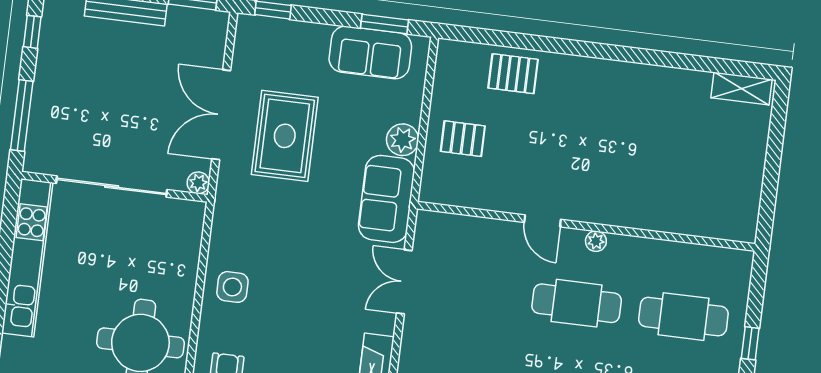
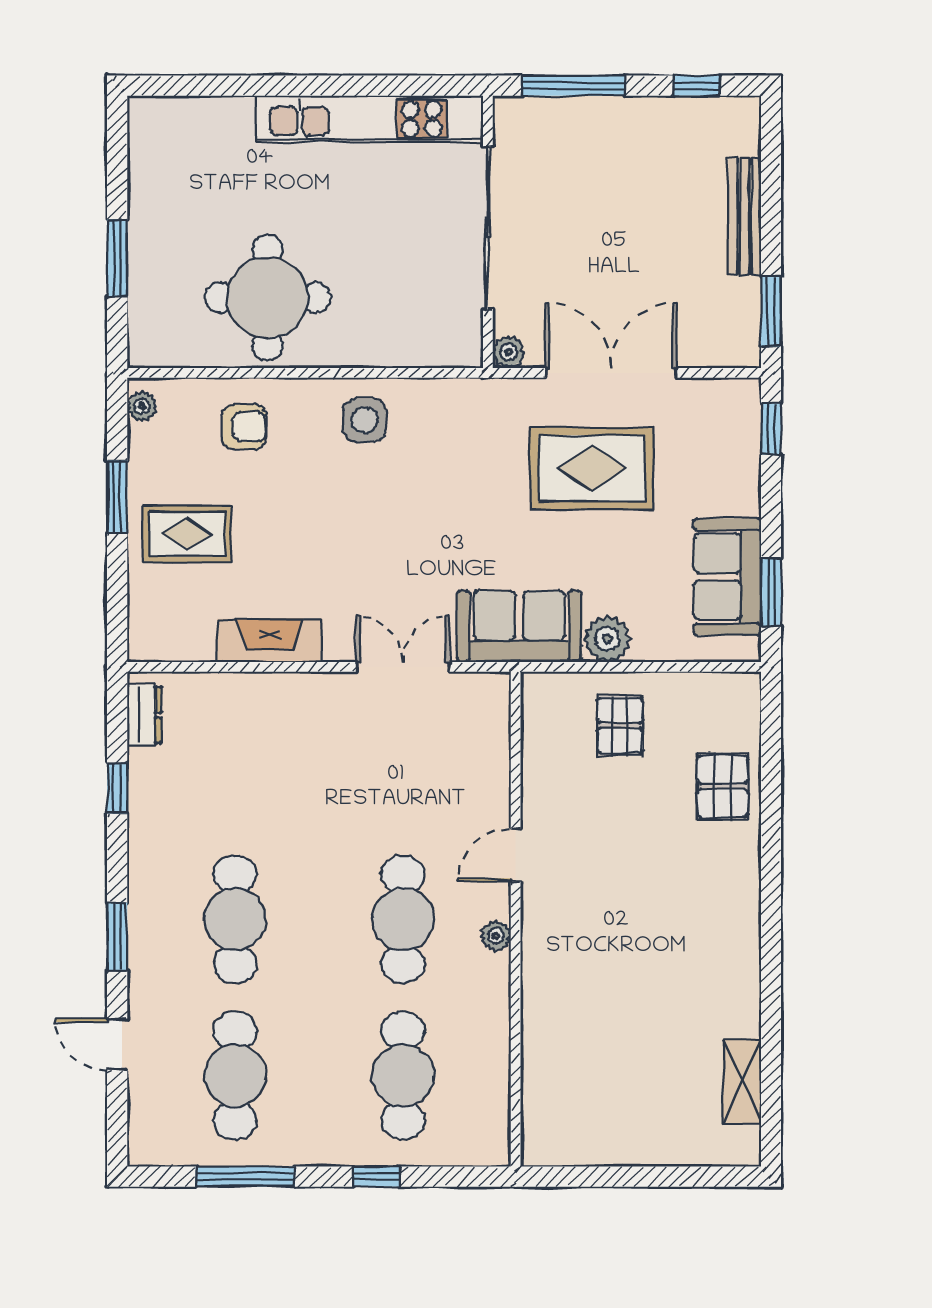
shelving: (742, 89) -> (742, 1081), moved

